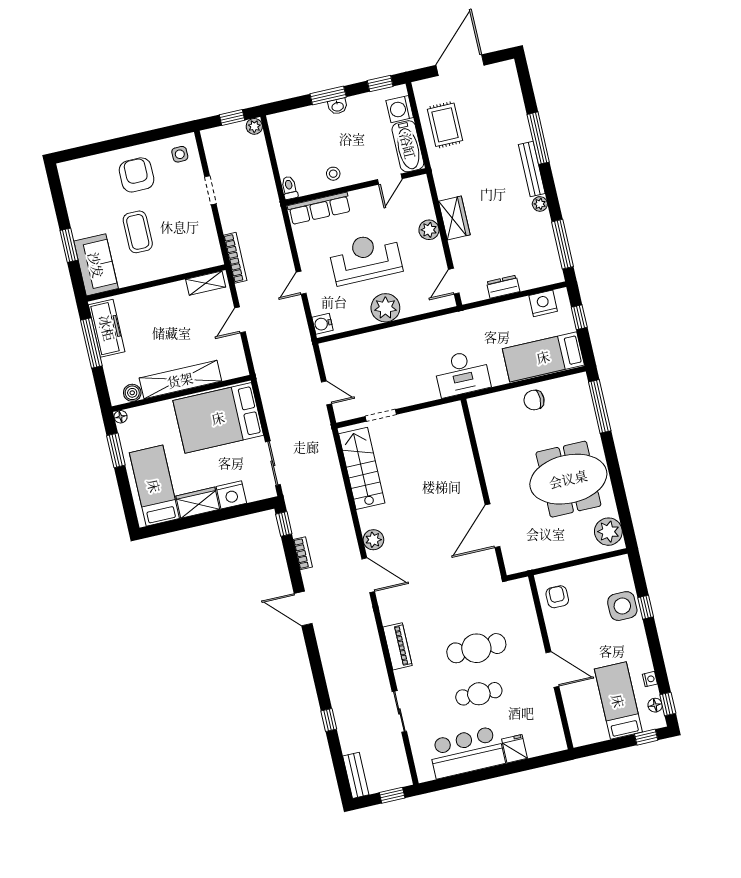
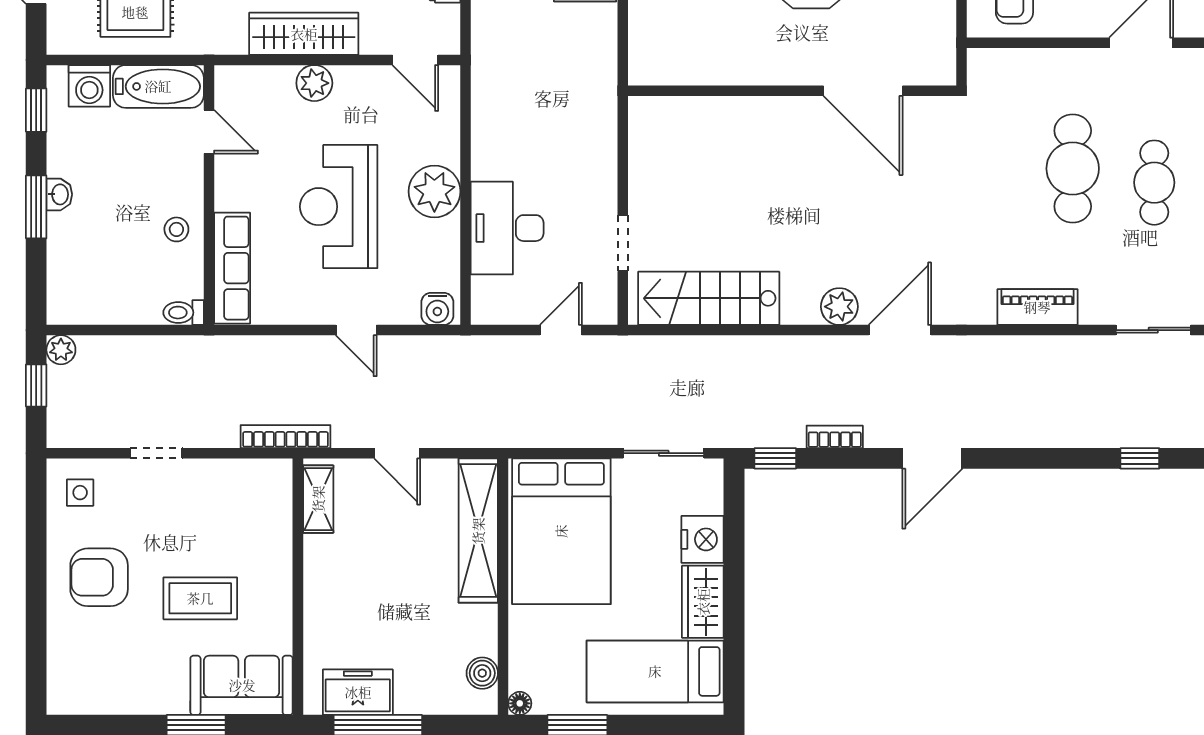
wardrobe: (454, 218) -> (304, 34), width x1.50
freezer: (107, 328) -> (358, 692), width x0.71
desk: (462, 373) -> (507, 228), moved, turned 180
shelving: (180, 380) -> (478, 531), moved

